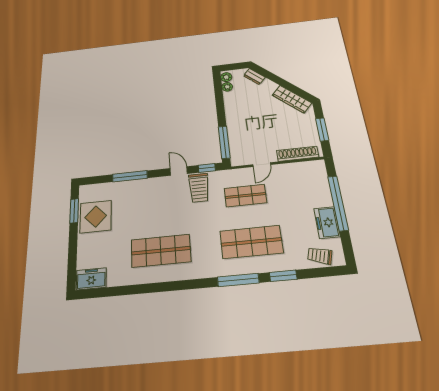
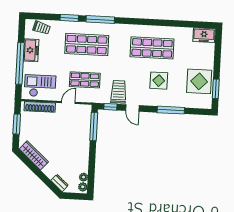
checkout: (303, 179) -> (40, 86), added
display table: (148, 210) -> (159, 81), added

